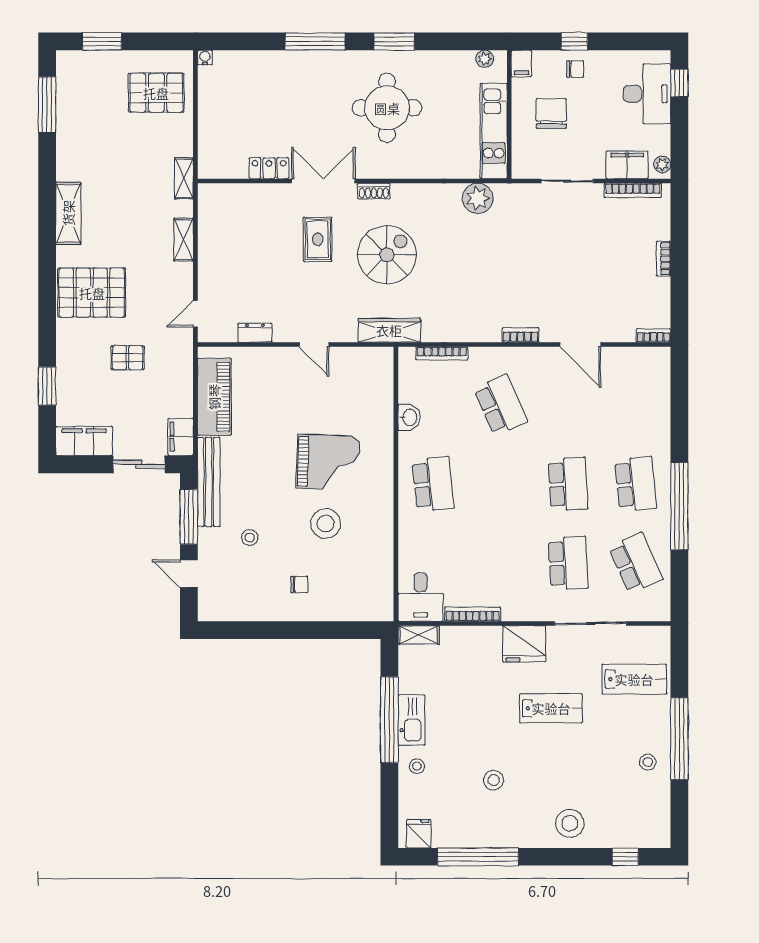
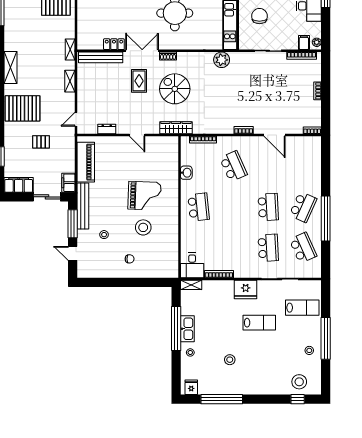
filing cabinet: (627, 165) -> (304, 42), width x0.50
bench: (243, 194) -> (101, 57), added
spiral stairs: (387, 255) -> (175, 89), turned -90
school desk: (636, 484) -> (303, 207), turned 30
stool: (570, 823) -> (299, 382), moved

